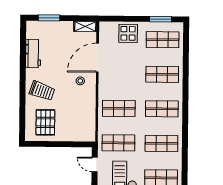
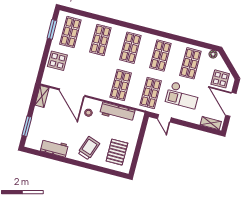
workbench: (89, 112) -> (117, 112), added
pallet: (45, 122) -> (117, 152), turned 90
door: (95, 165) -> (164, 118), hinge flipped

